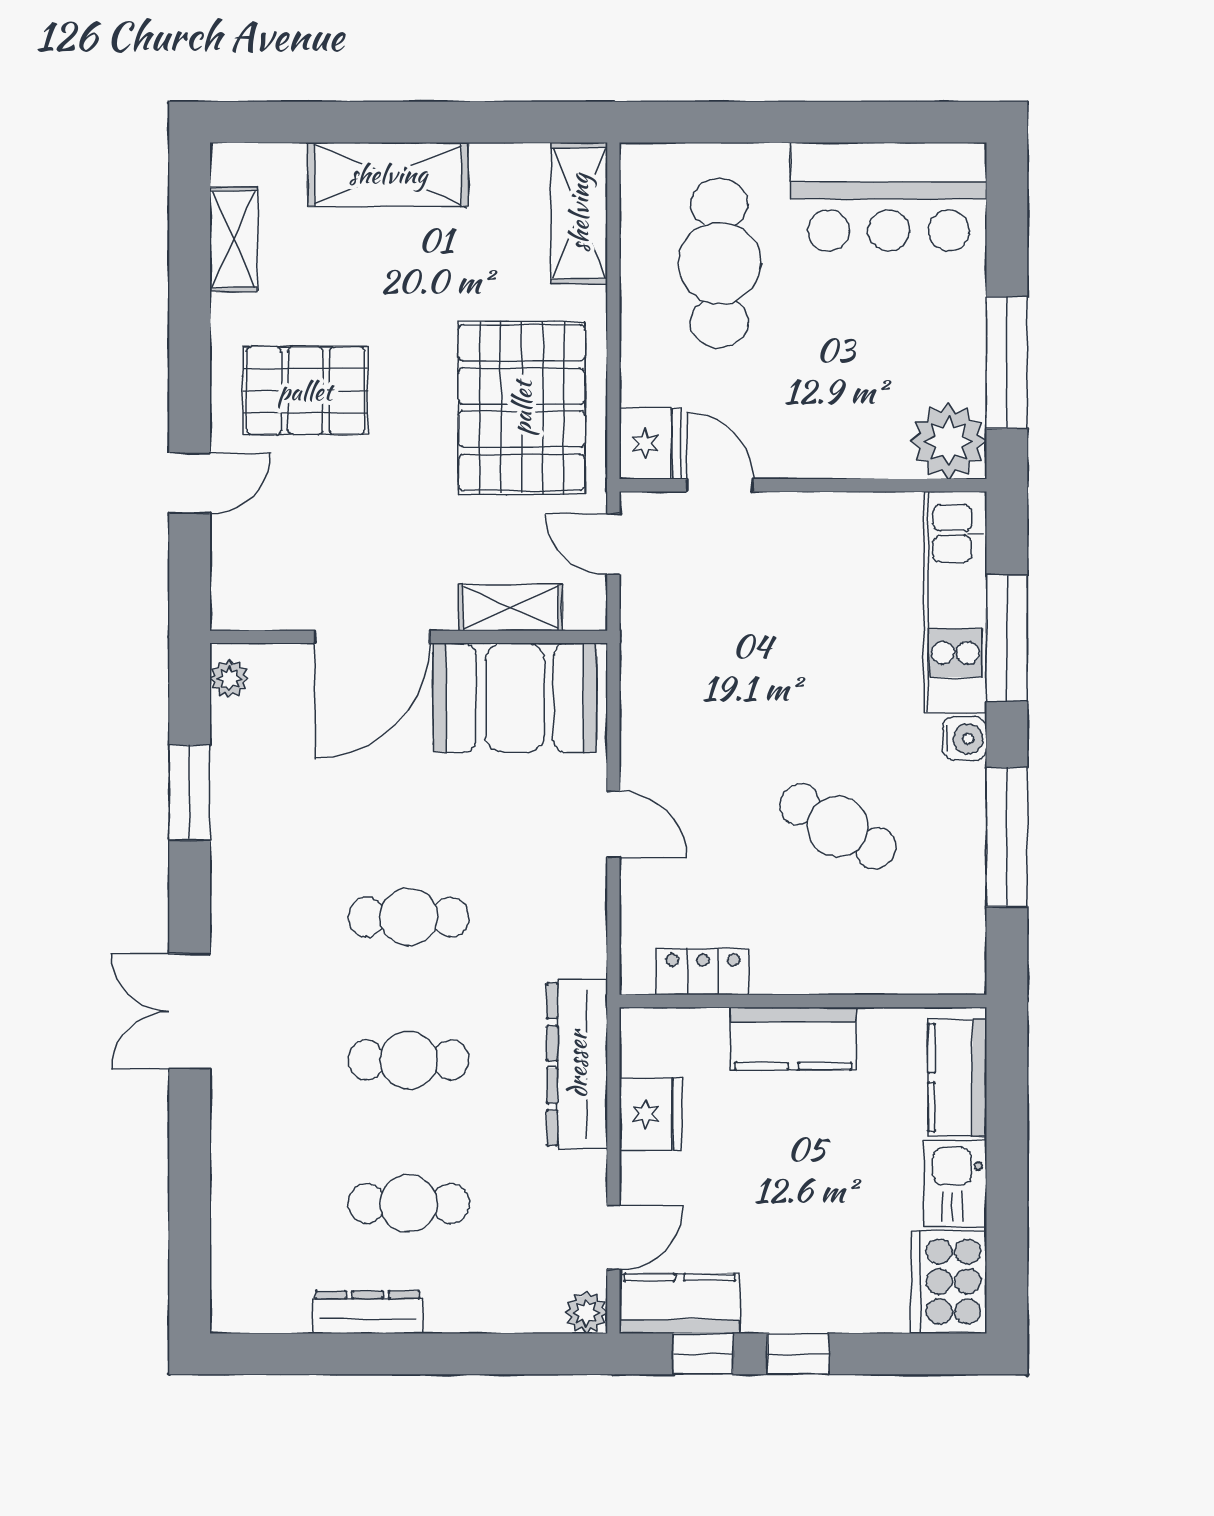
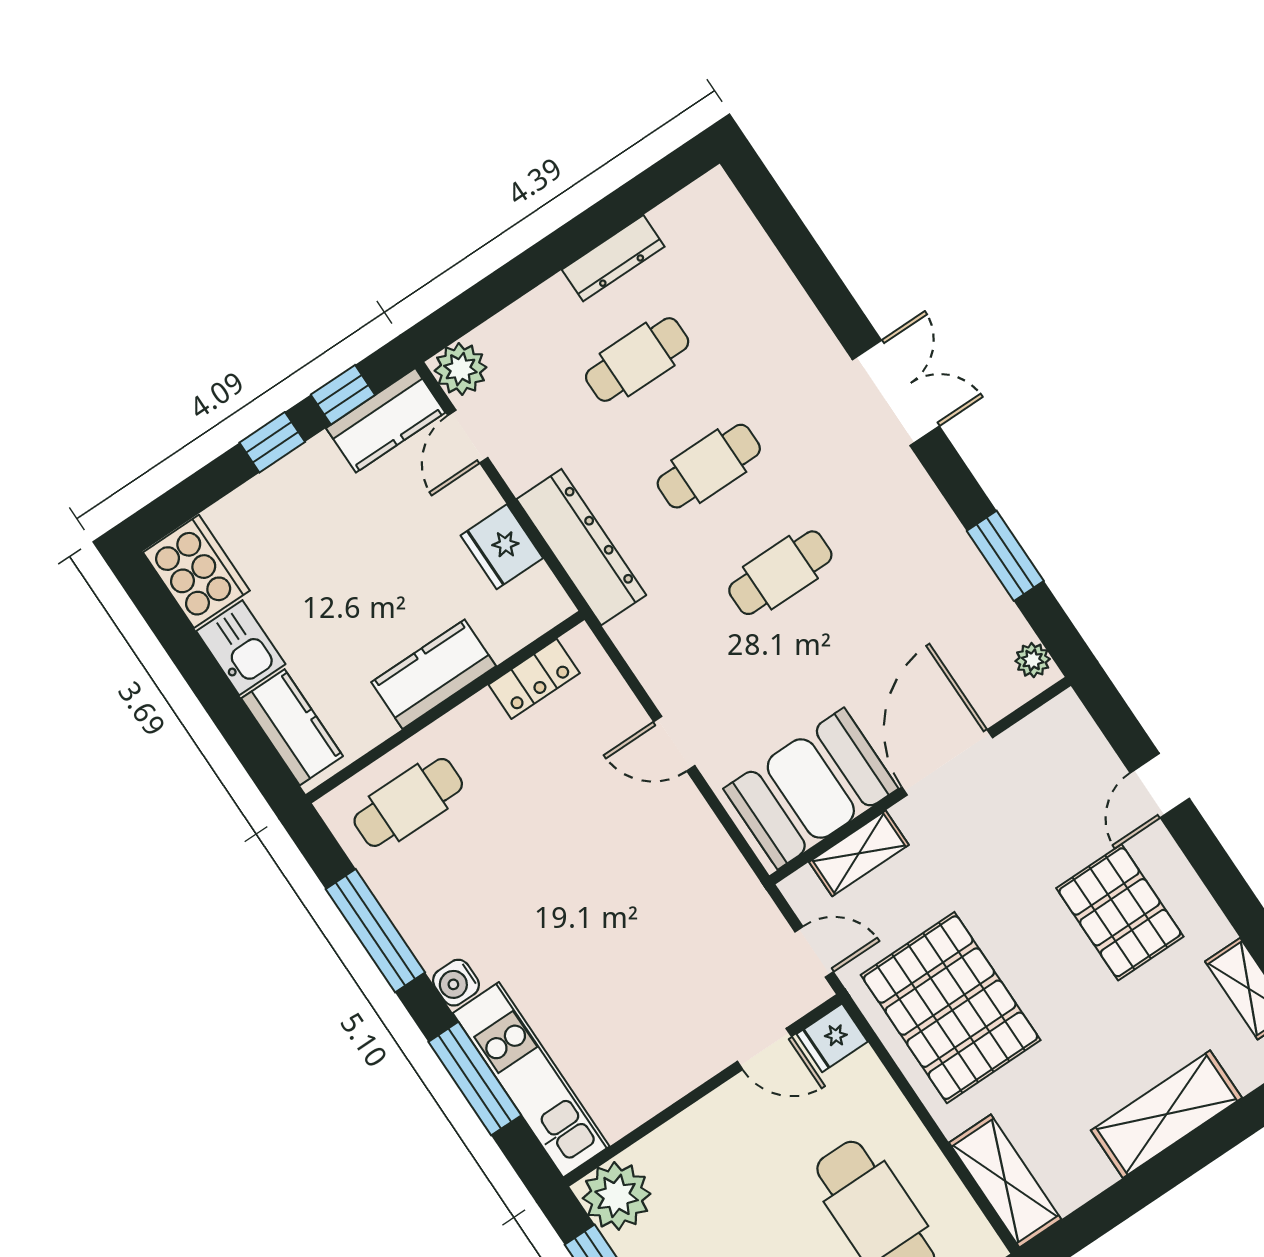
pallet: (305, 391) -> (1120, 912), turned 90
fridge: (650, 443) -> (832, 1038), width x0.72
cafe table: (838, 826) -> (408, 802), moved, turned -30
plant: (586, 1313) -> (460, 369), width x1.38, depth x1.38

